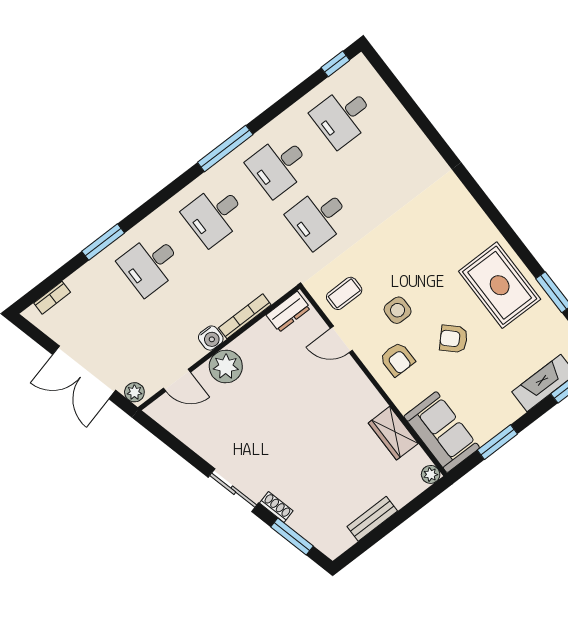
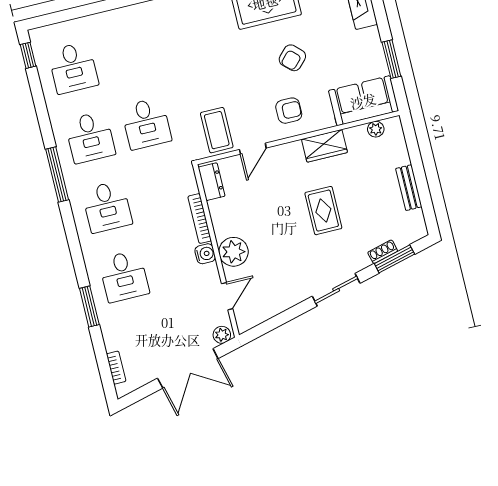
coffee table: (344, 293) -> (217, 130), width x1.36, depth x1.30
side table: (398, 310) -> (249, 93), removed
wardrobe: (393, 433) -> (324, 146), moved
rug: (310, 441) -> (323, 211), added
plant: (431, 474) -> (376, 129), moved
shoe rack: (276, 507) -> (383, 252), moved

